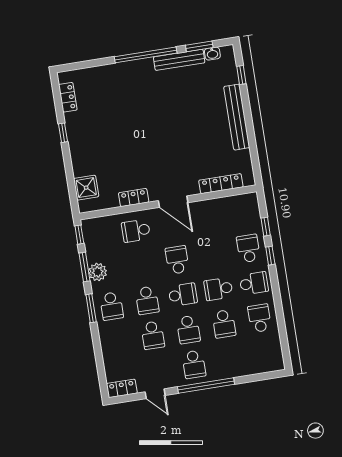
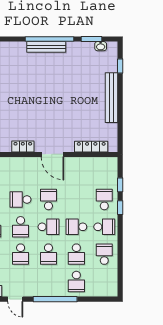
bench: (179, 60) -> (46, 47), moved
school desk: (136, 231) -> (21, 199), moved
school desk: (194, 364) -> (76, 281), moved

